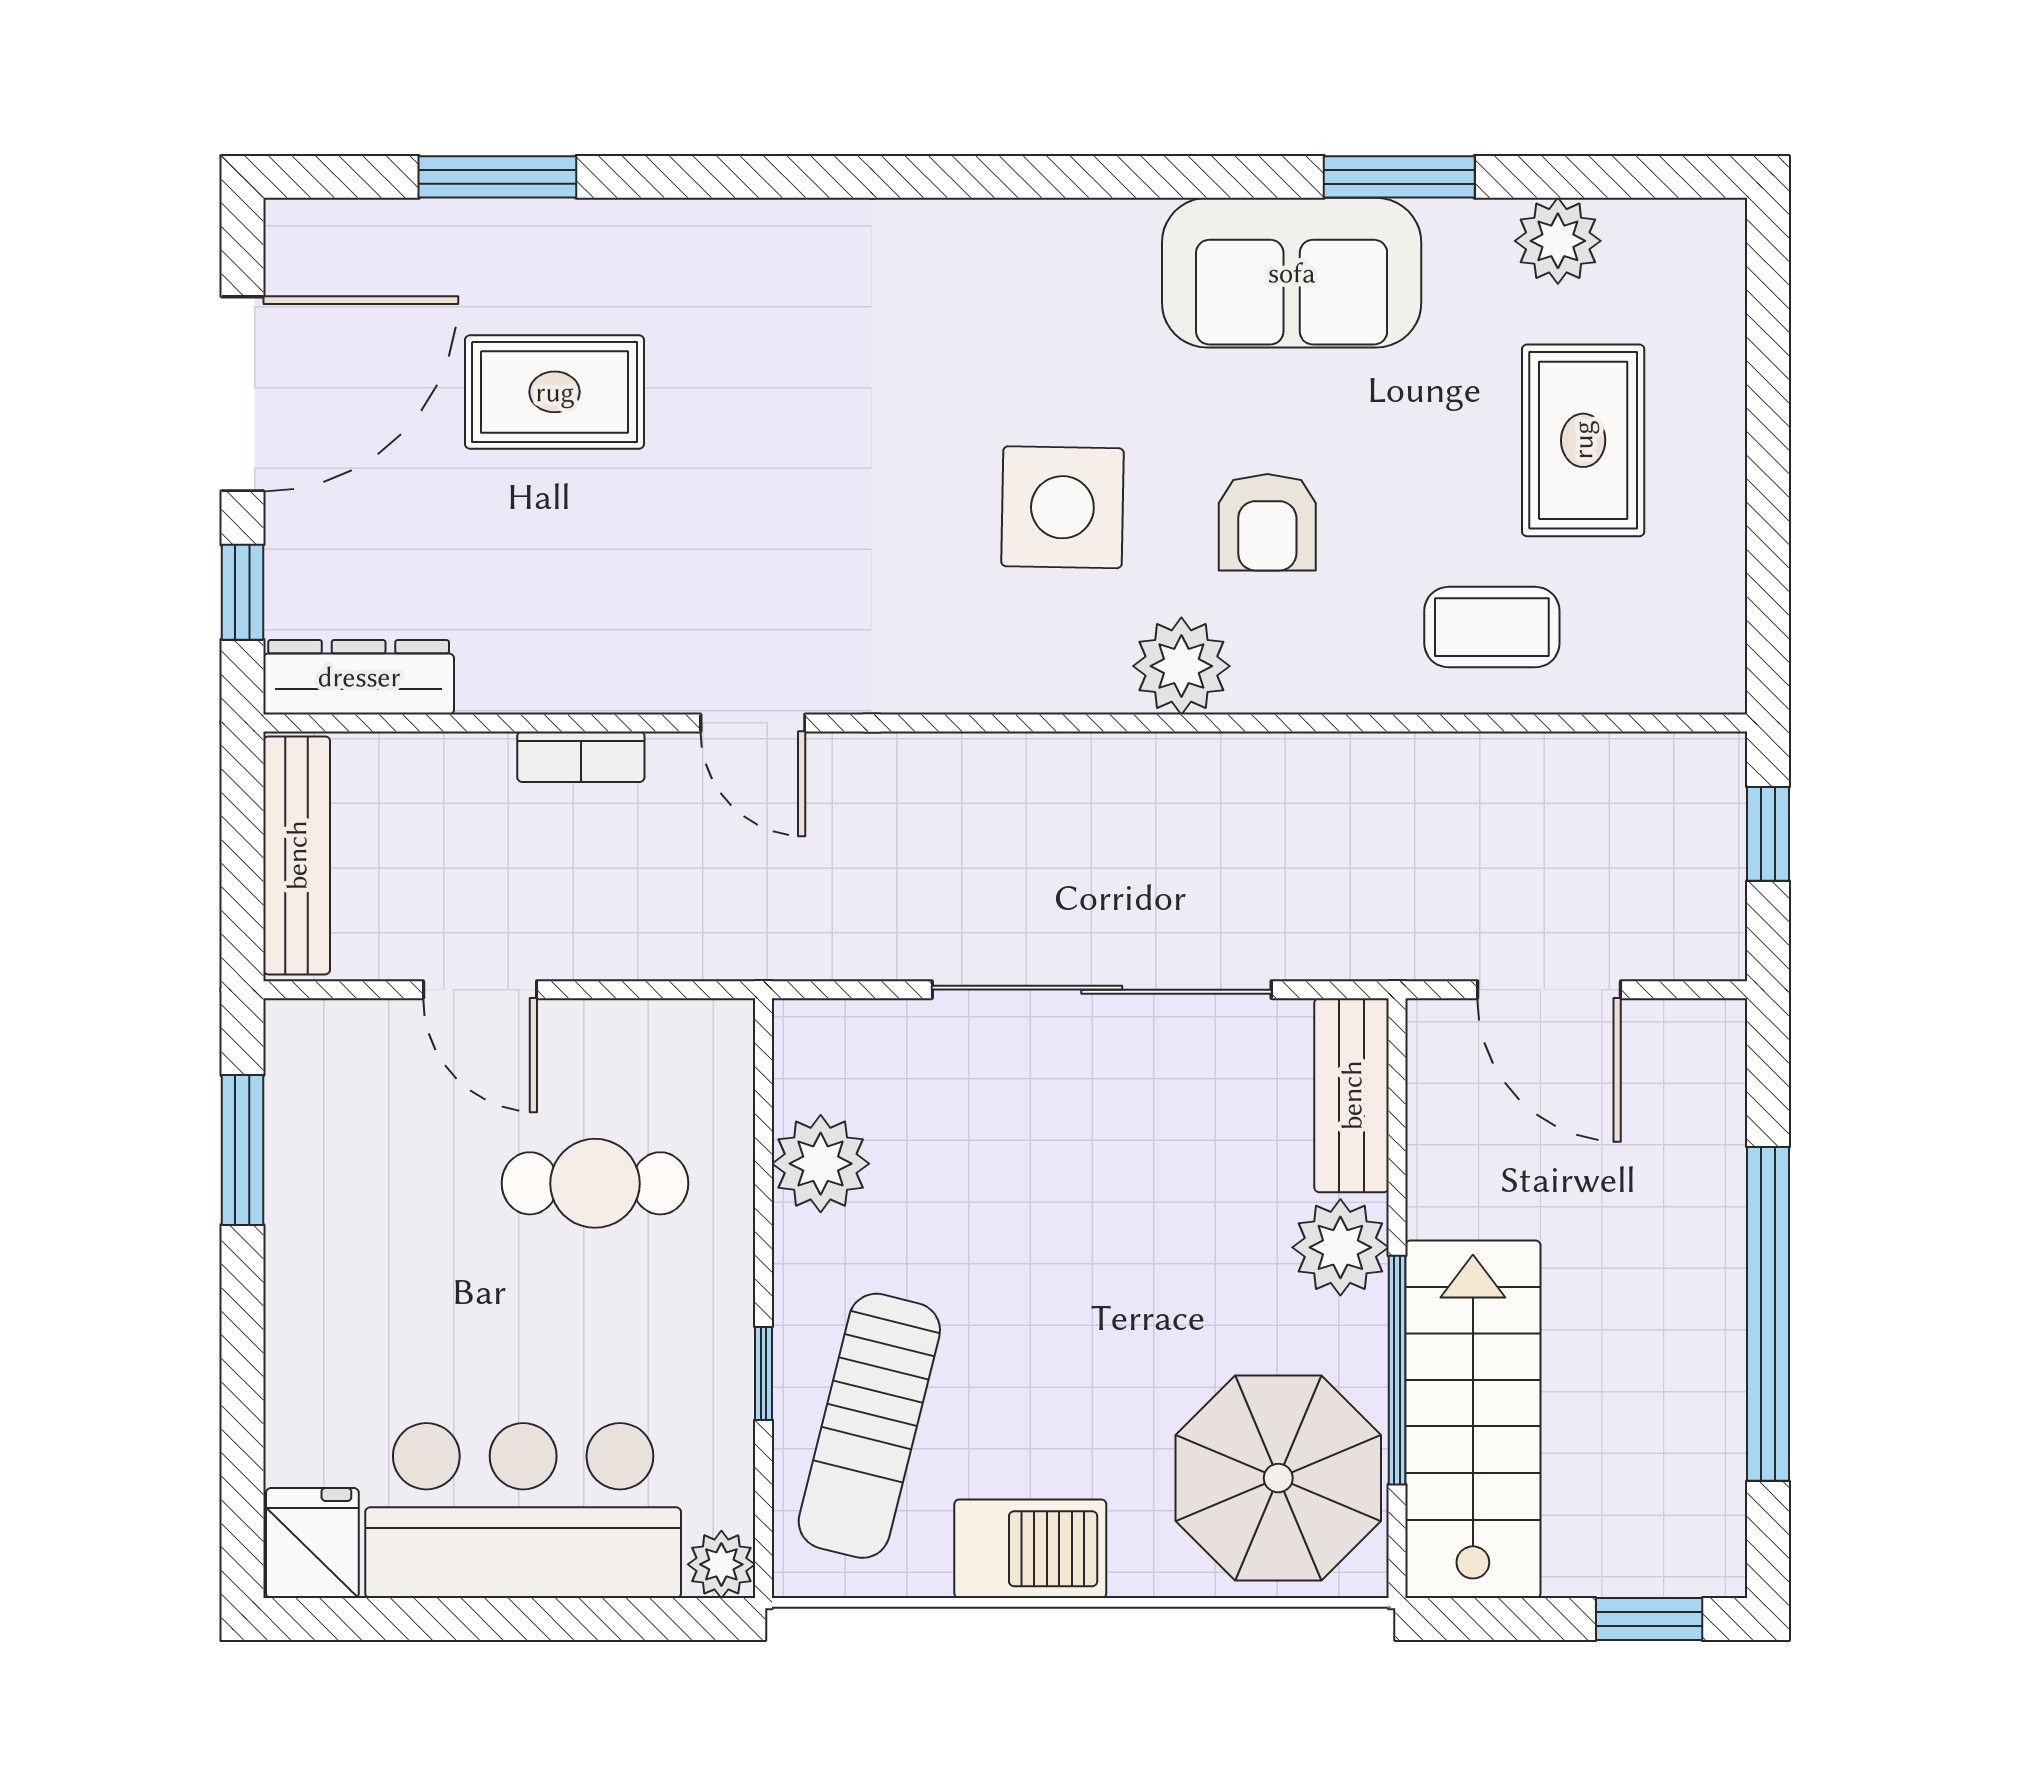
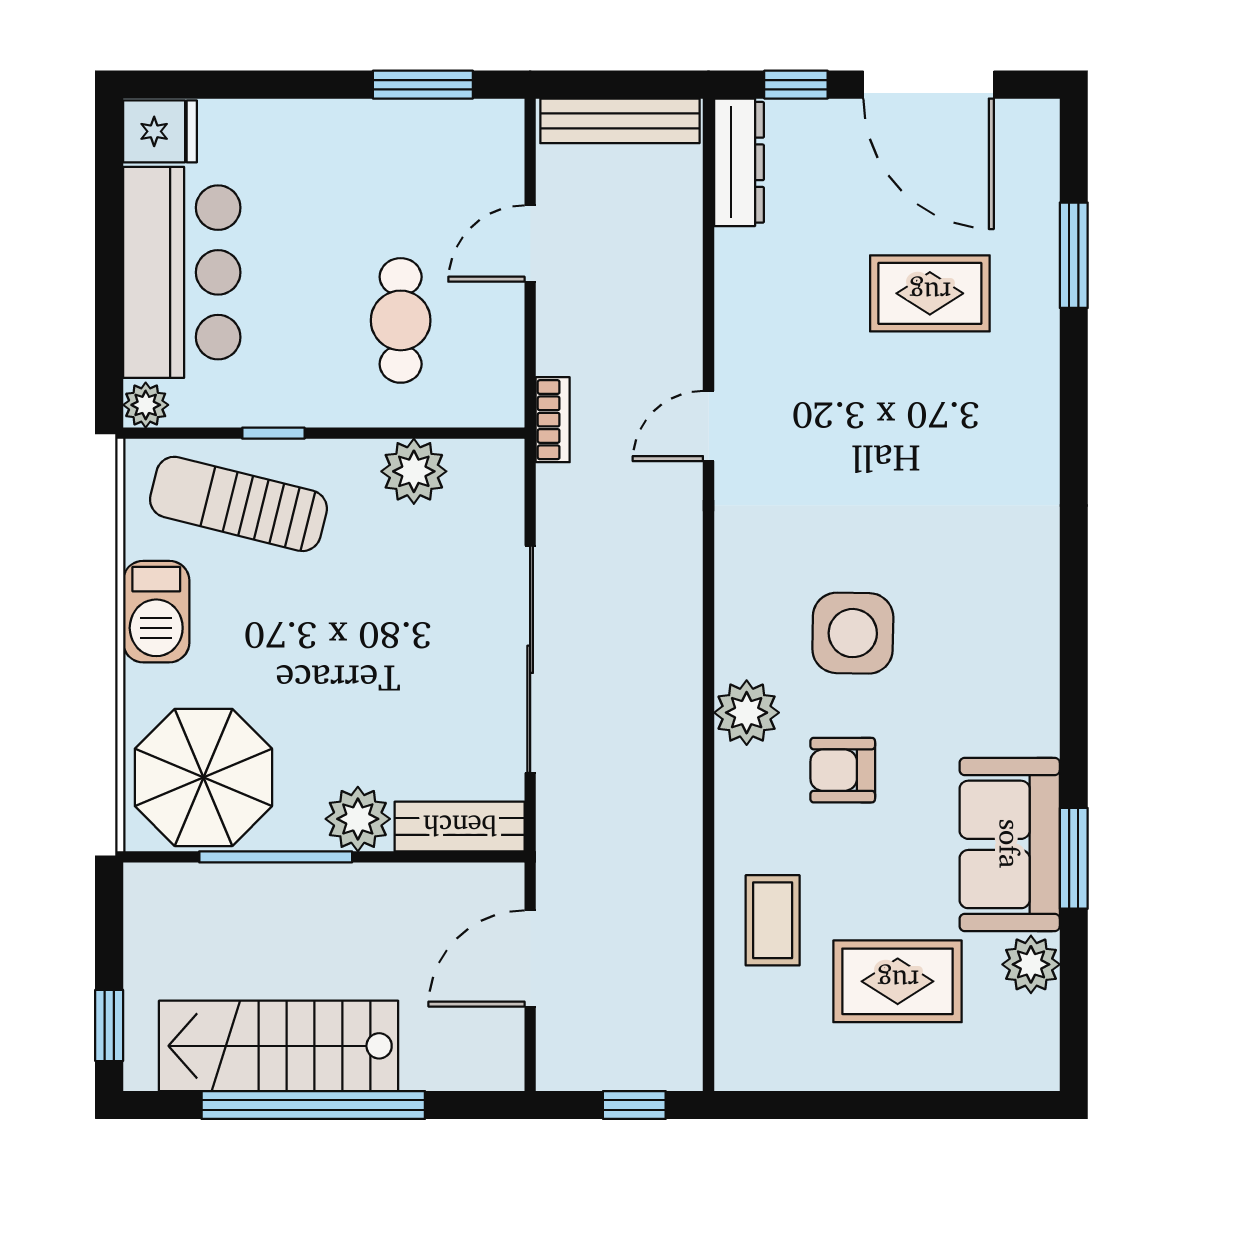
sofa: (1292, 273) -> (1010, 844), moved
rug: (555, 392) -> (930, 293), turned 90
bookcase: (581, 757) -> (553, 420), moved, turned 180
stairs: (1473, 1419) -> (279, 1046), moved, turned 180

